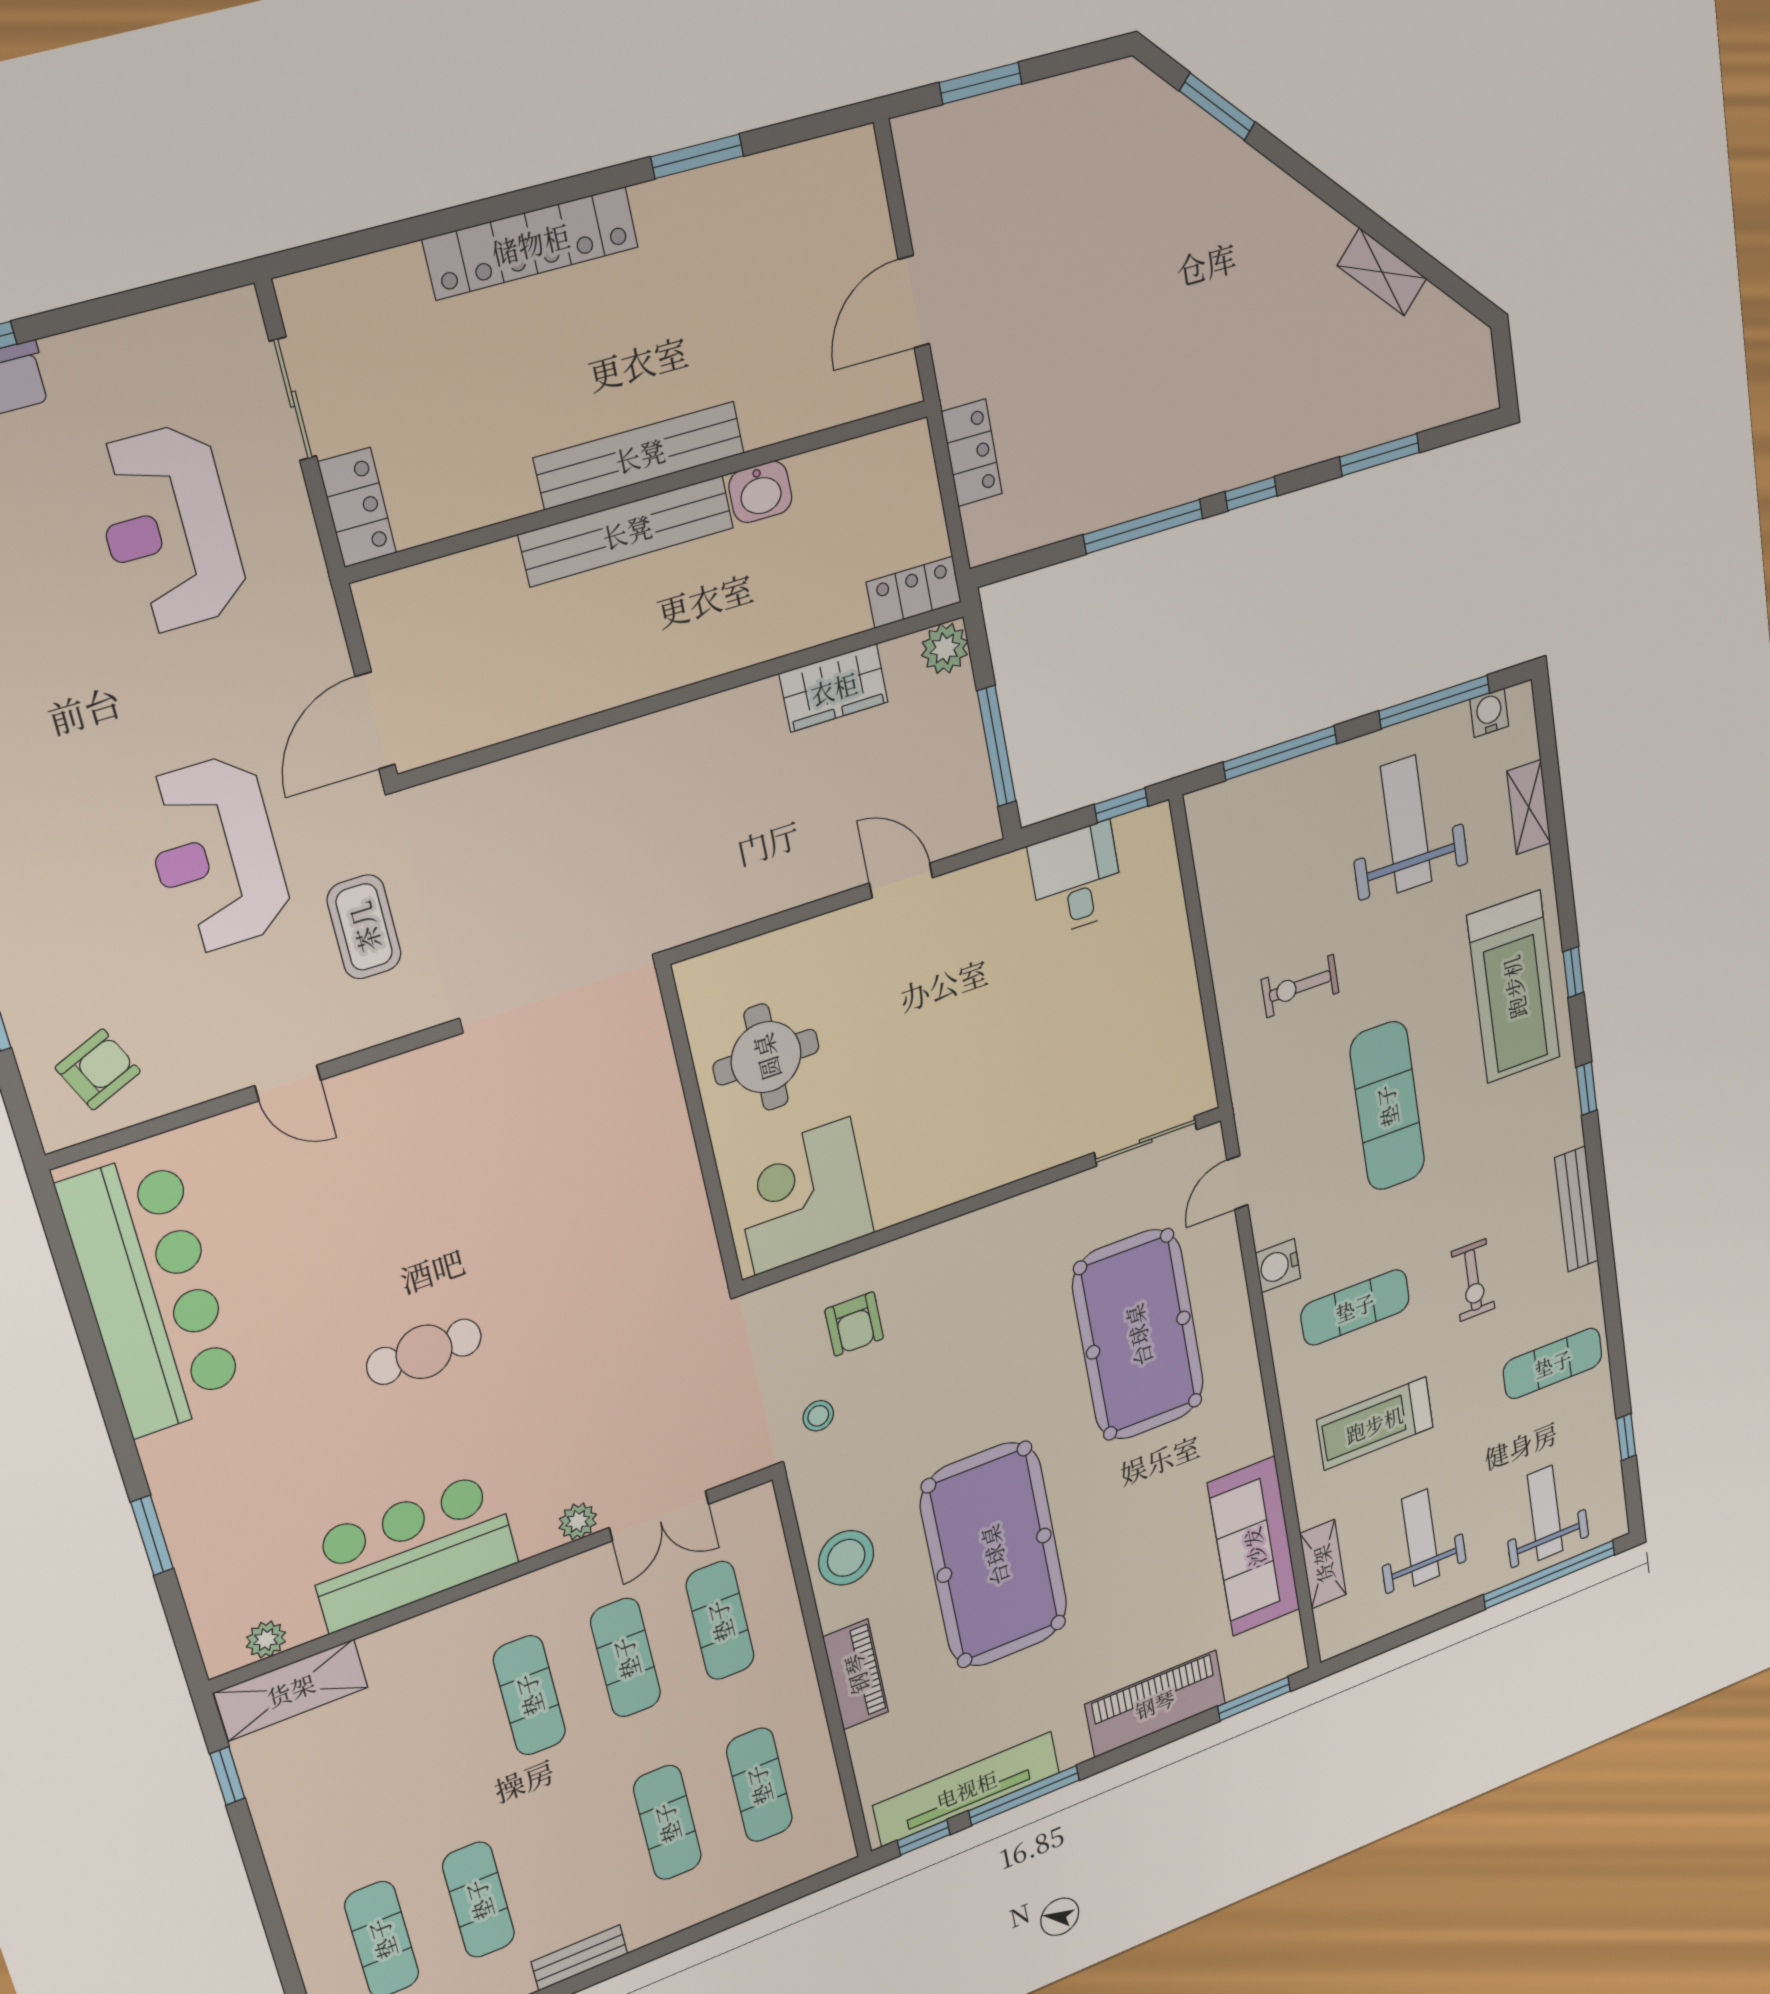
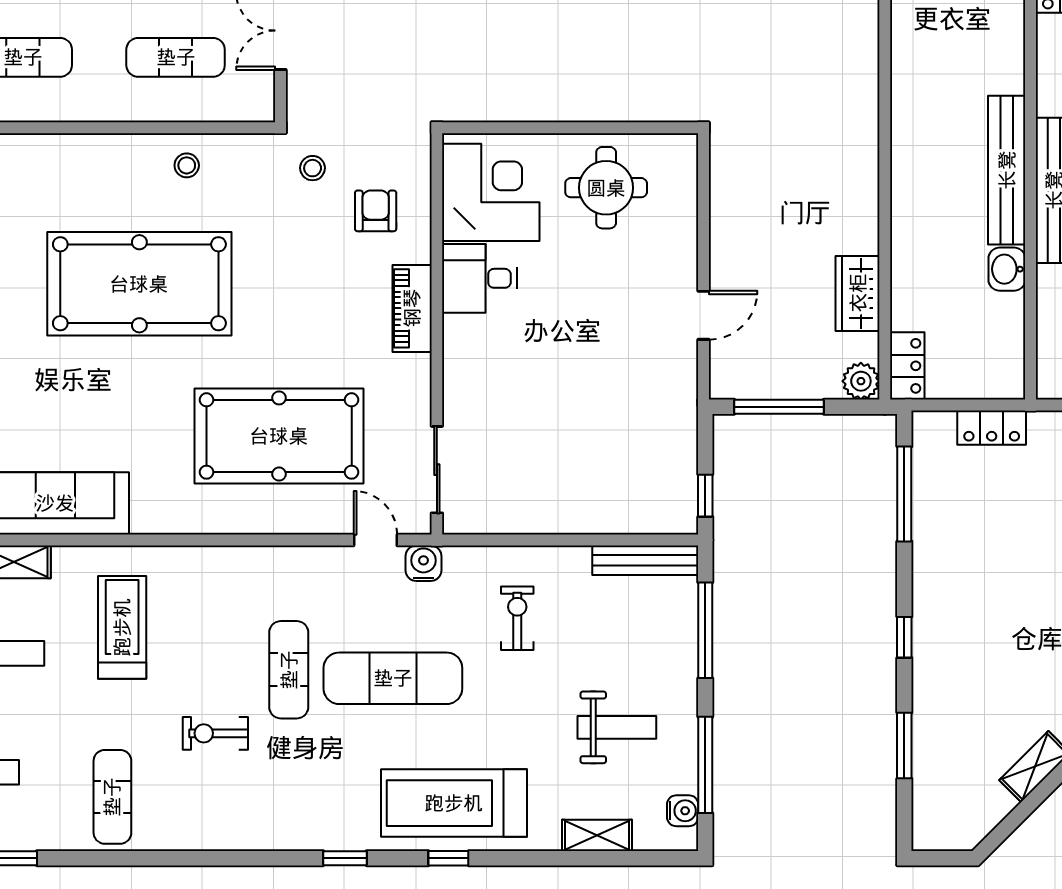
window: (1143, 527) -> (904, 494), moved
weight bench: (1406, 824) -> (617, 727), width x0.73, depth x0.75
desk: (1076, 879) -> (479, 278), moved, turned 180
bench: (1577, 1209) -> (645, 560), moved
water cooler: (1278, 1266) -> (423, 563), moved
exercise mat: (1355, 1307) -> (289, 670), moved
armchair: (854, 1324) -> (376, 211), turned 90
stool: (846, 1558) -> (187, 165), width x0.53, depth x0.53
piano: (856, 1674) -> (412, 308), moved, turned 90

